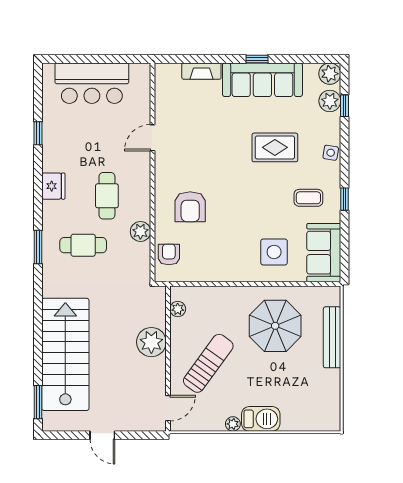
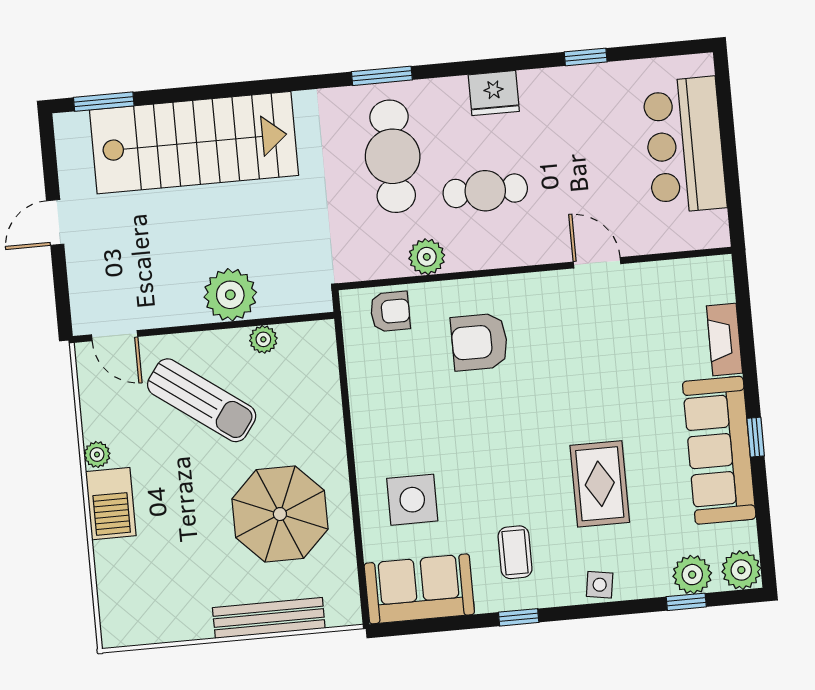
cafe table: (83, 245) -> (393, 156), width x1.37, depth x1.35
plant: (178, 309) -> (263, 339), moved

